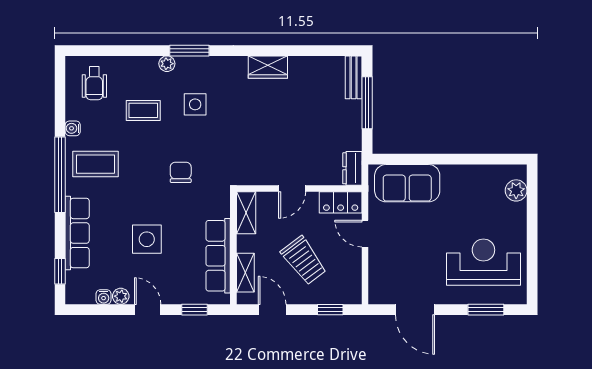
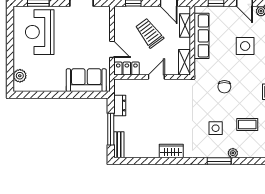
dresser: (352, 168) -> (120, 105), moved
reception desk: (483, 262) -> (40, 32), turned 90

